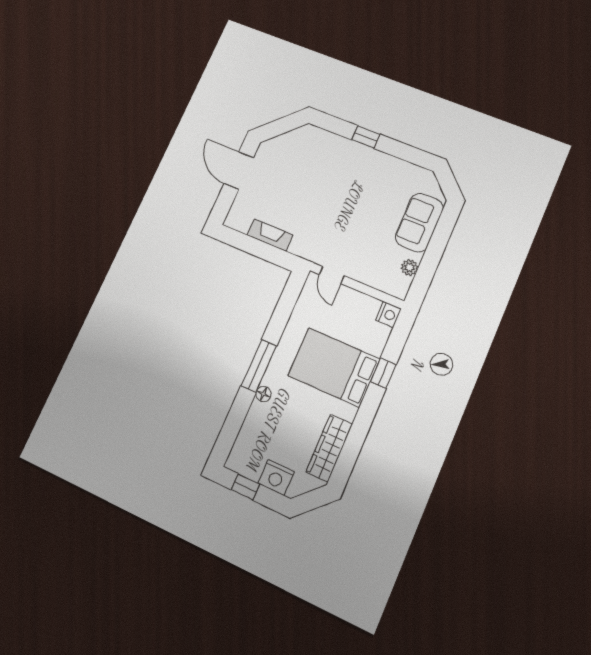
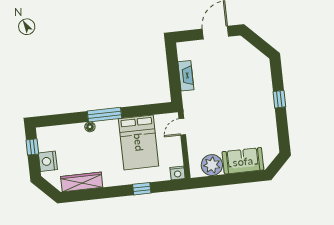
plant: (410, 268) -> (212, 165), width x1.88, depth x1.88
bed: (334, 367) -> (139, 142), moved, turned 180

